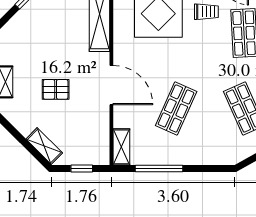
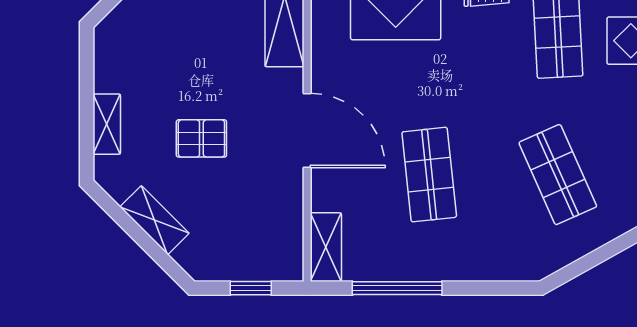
shop shelf: (176, 108) -> (429, 175), turned -30
shelving: (44, 146) -> (154, 220), moved

